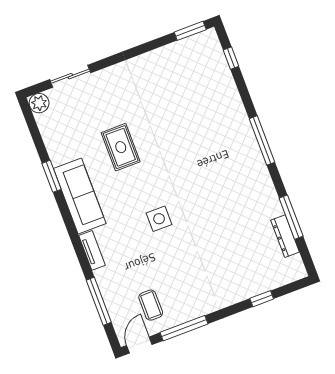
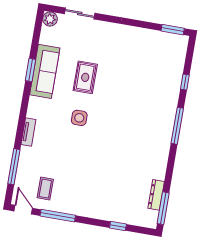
window: (231, 58) -> (185, 82), moved
sofa: (80, 196) -> (45, 71), moved
window: (291, 217) -> (163, 208), moved
side table: (159, 219) -> (79, 118), moved
door: (139, 345) -> (23, 210), hinge flipped

